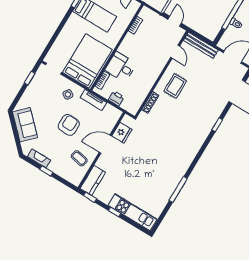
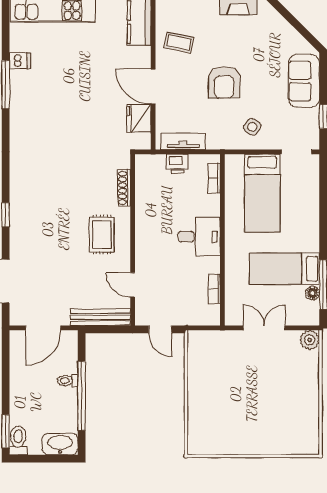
bed: (87, 61) -> (262, 193), width x0.67
desk: (121, 67) -> (199, 237), moved
tv unit: (93, 100) -> (183, 141), moved
sofa: (25, 125) -> (304, 81), moved, turned 45
door: (105, 144) -> (153, 87), swing flipped
dishwasher: (164, 197) -> (20, 61), added

